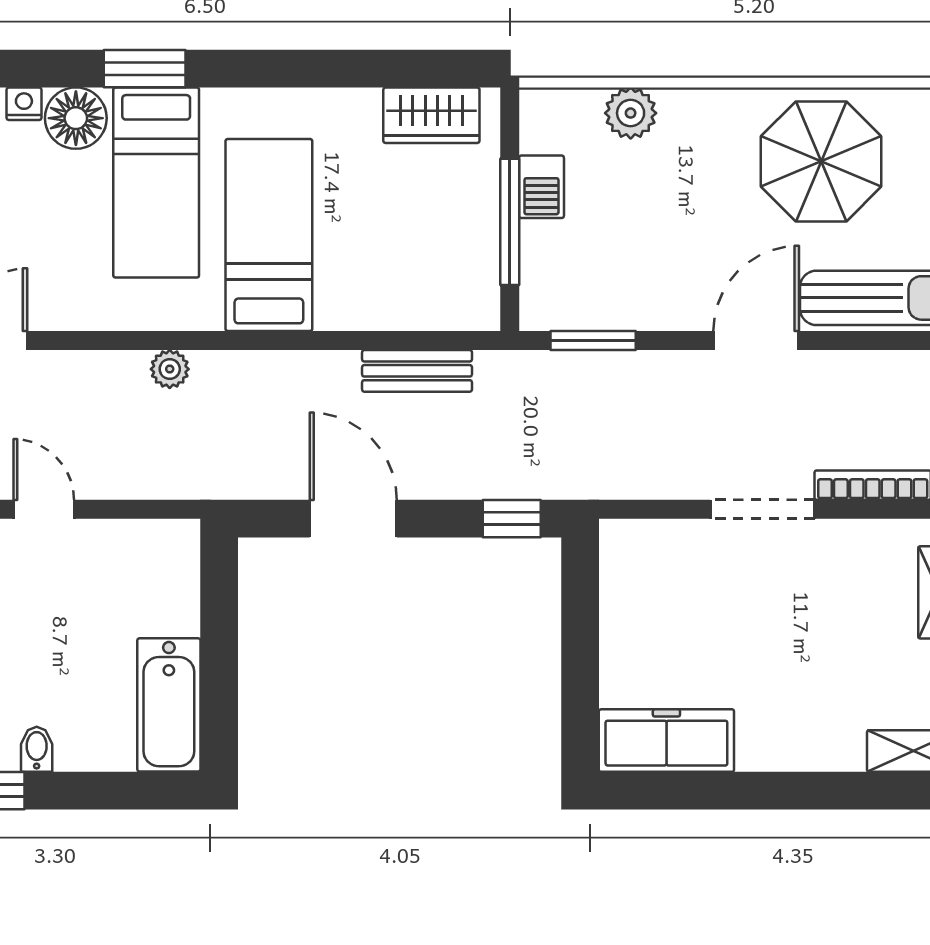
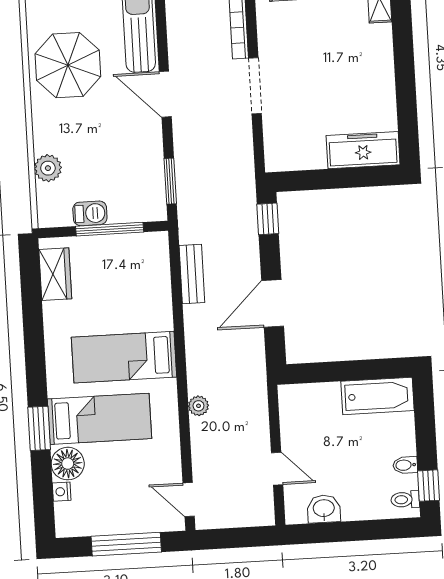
door: (44, 509) -> (277, 469), swing flipped
freezer: (666, 741) -> (363, 150), moved, turned 90

